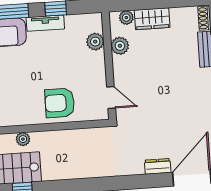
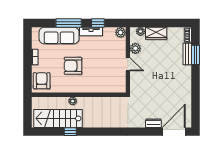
plant: (95, 42) -> (121, 32), moved
door: (111, 97) -> (128, 64), moved
armchair: (60, 103) -> (73, 66), moved

